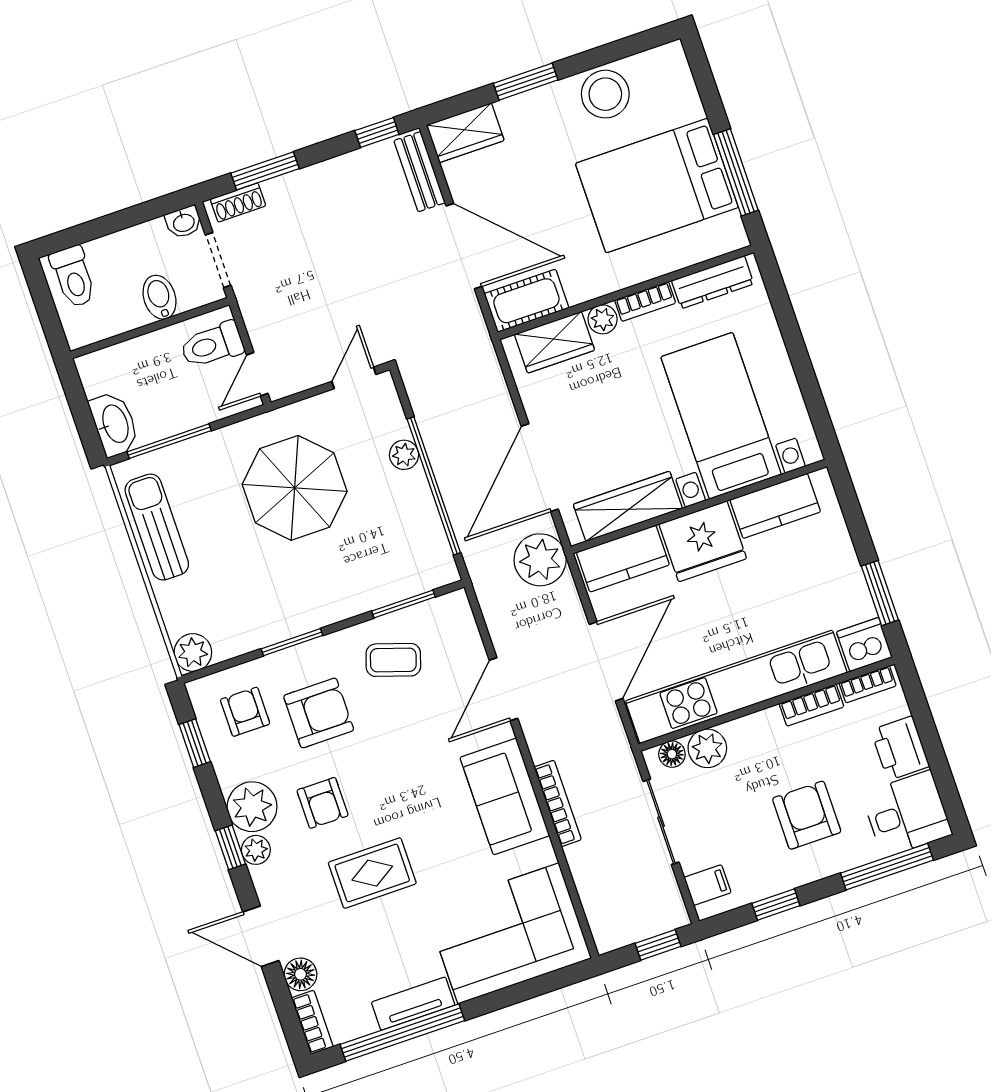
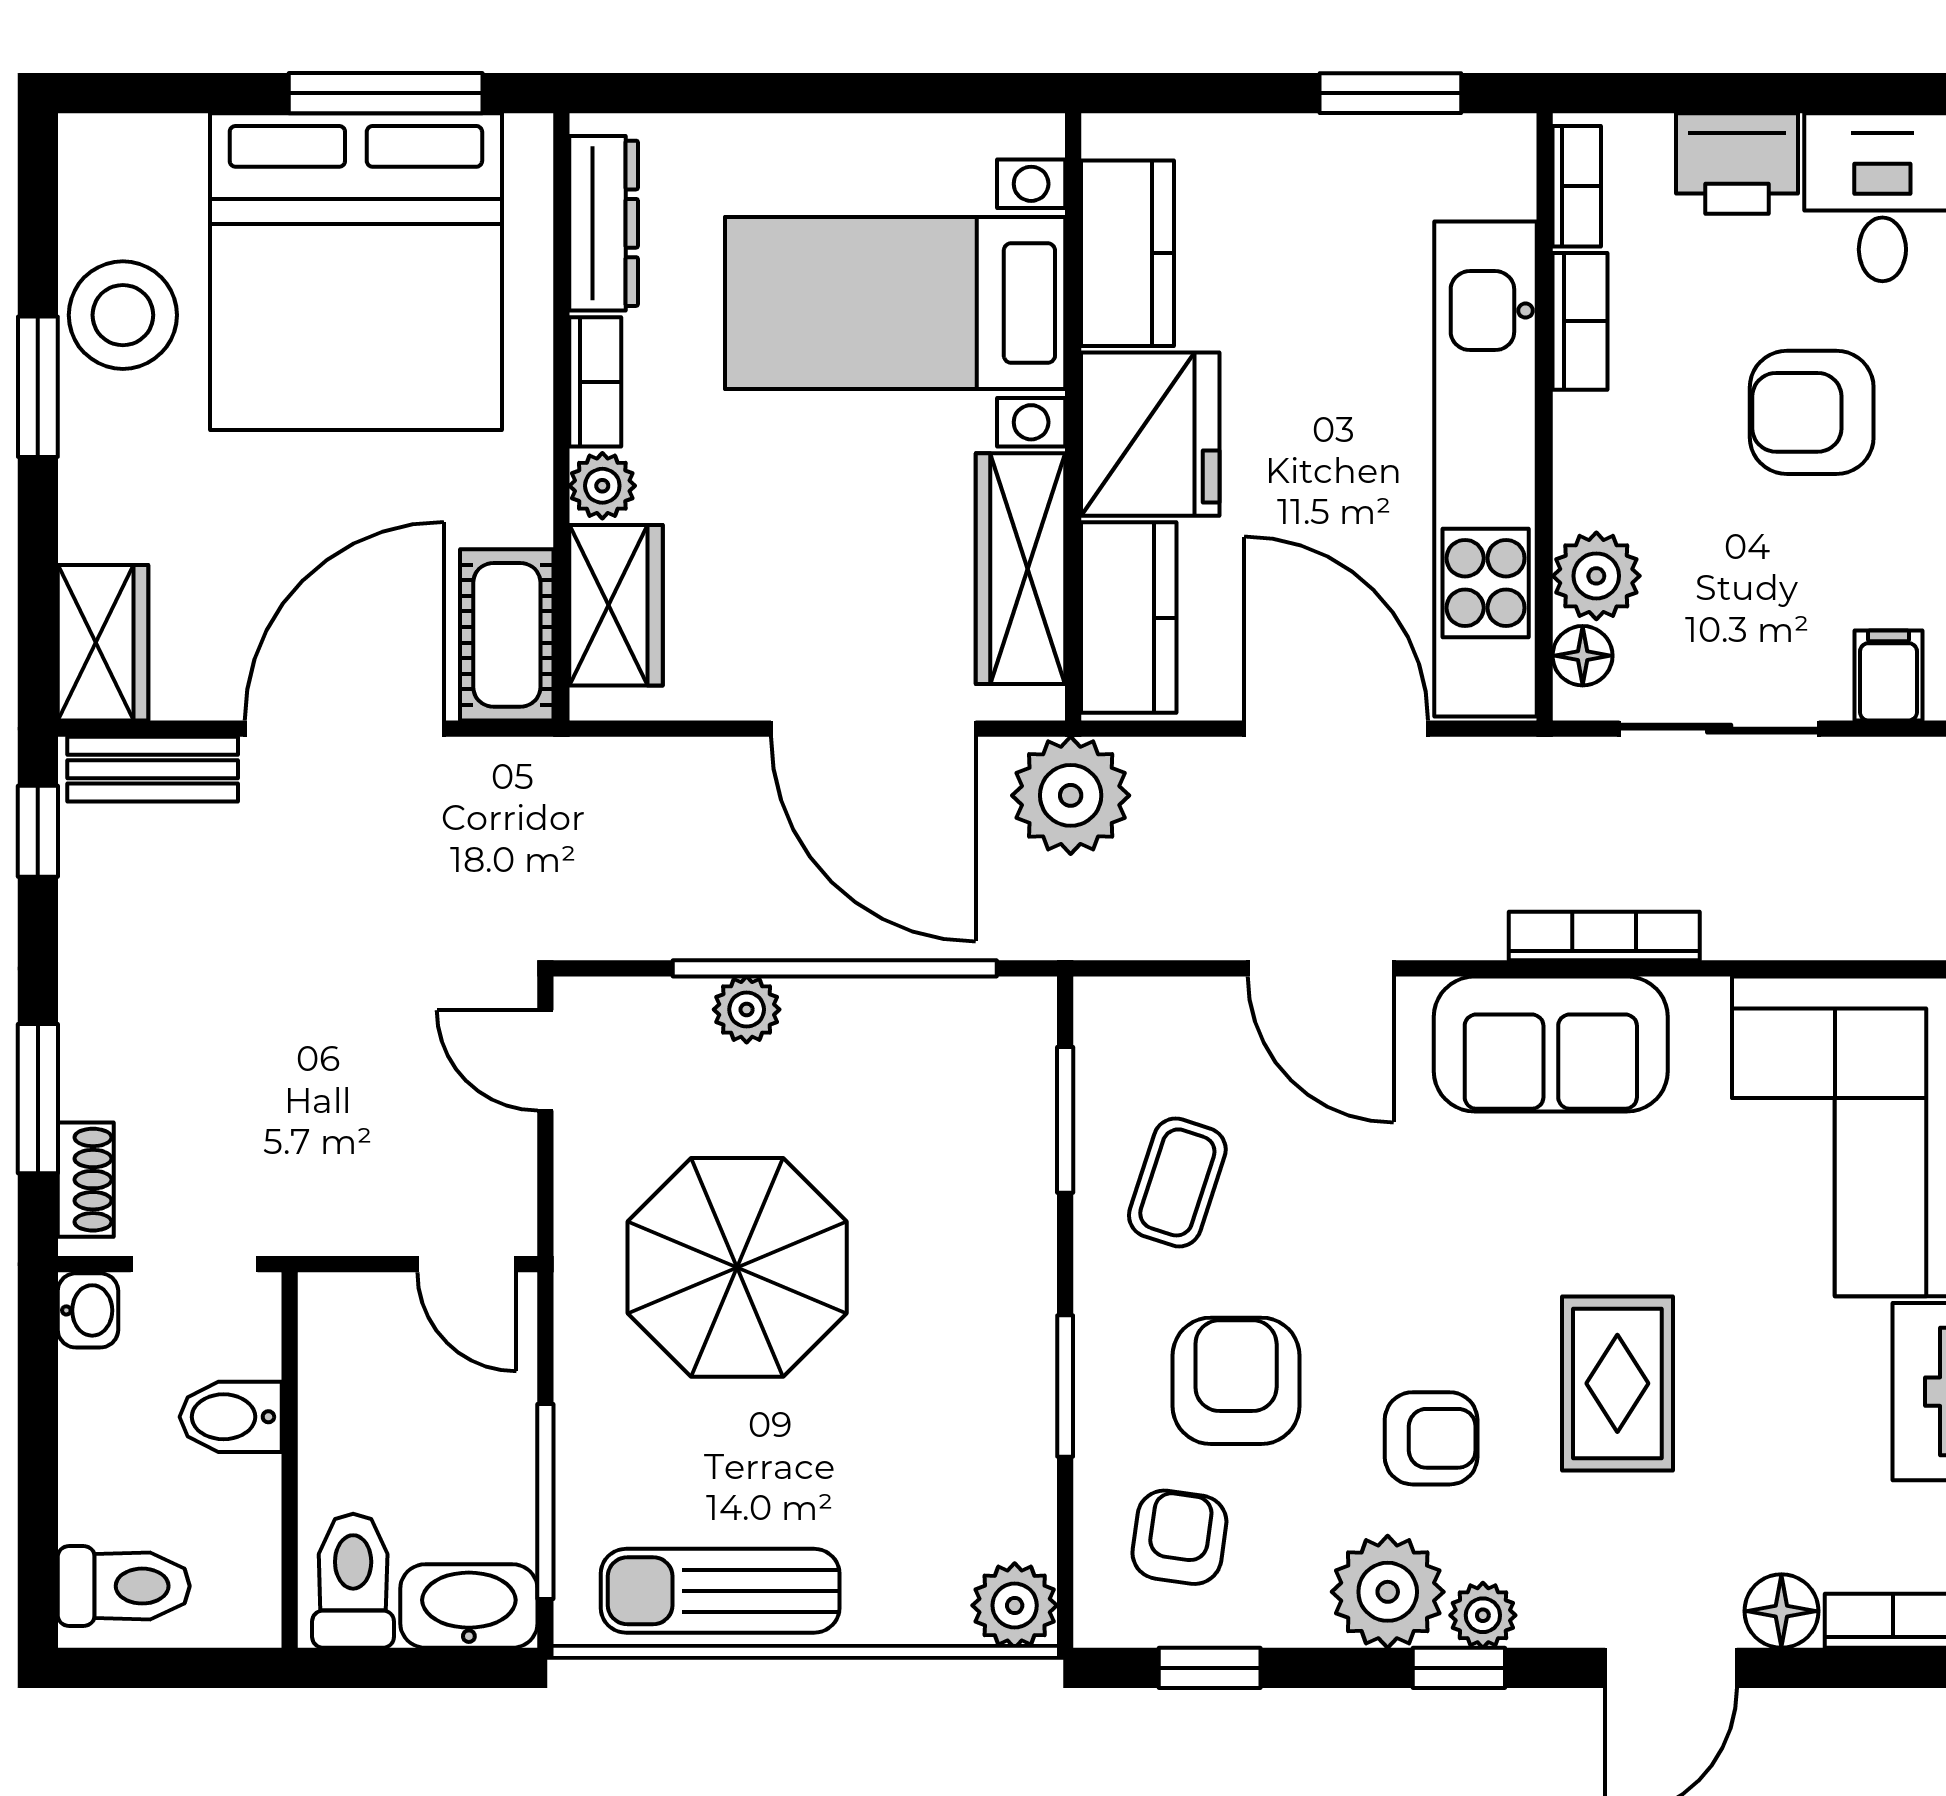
window: (526, 82) -> (38, 387), moved
bed: (657, 185) -> (356, 272), width x1.36
toilet: (212, 345) -> (353, 1581), moved, turned 180
dishwasher: (864, 644) -> (1489, 164), removed
armchair: (245, 712) -> (1179, 1537), turned 98

